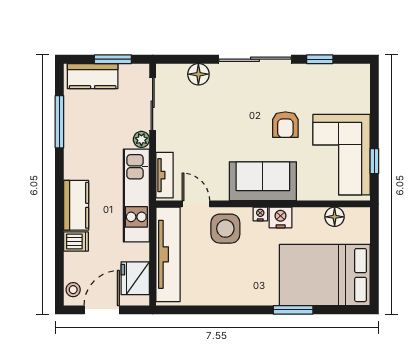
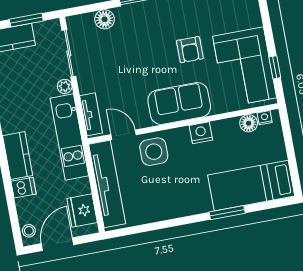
nightstand: (260, 214) -> (265, 118), moved
bed: (325, 275) -> (251, 186), width x0.67

